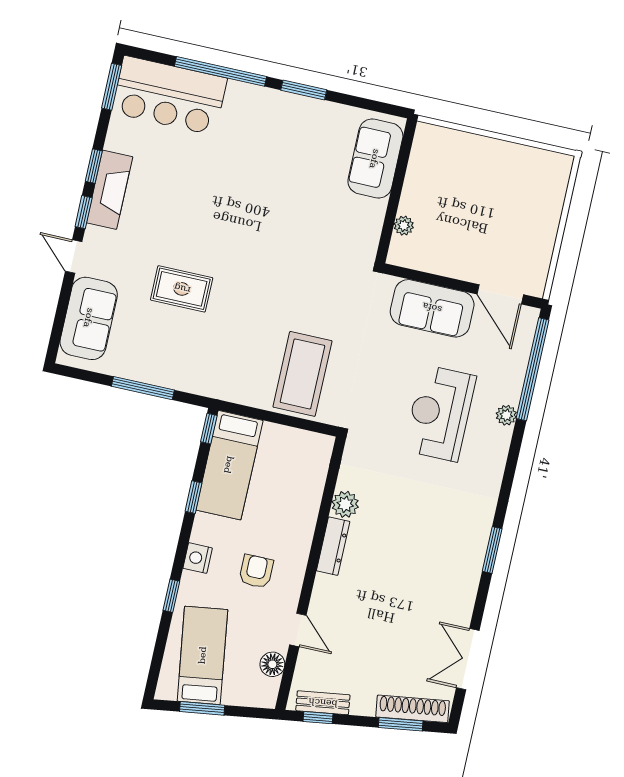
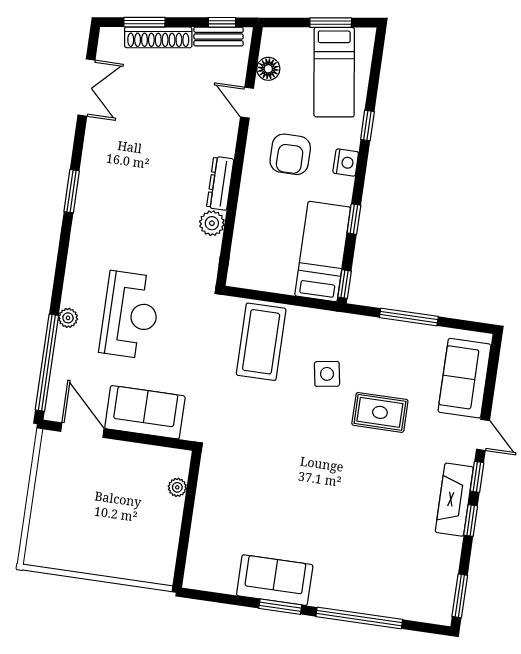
bar counter: (169, 95) -> (405, 592), removed
sofa: (375, 159) -> (275, 580), moved, turned -90
side table: (235, 334) -> (327, 374), added
armchair: (256, 571) -> (290, 154), width x1.38, depth x1.38
shoe rack: (413, 709) -> (158, 37), moved

